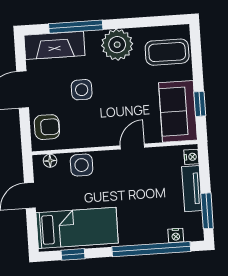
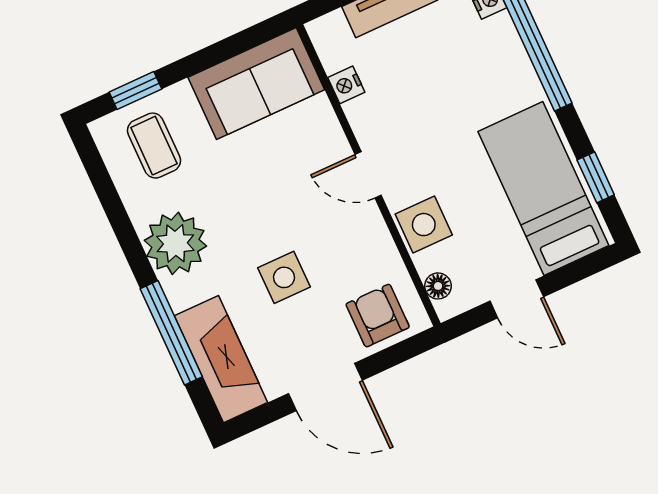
coffee table: (167, 52) -> (154, 146), width x0.73, depth x0.77
window: (200, 104) -> (135, 90), moved
door: (132, 147) -> (368, 175), moved
nightstand: (191, 157) -> (346, 85), moved, turned -90

